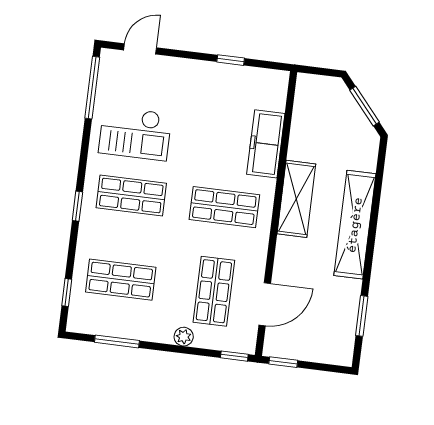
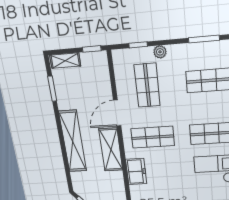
freezer: (266, 144) -> (136, 172), width x0.71
door: (265, 304) -> (117, 113), moved
shelving: (328, 354) -> (65, 61), added
window: (234, 356) -> (138, 45), moved

